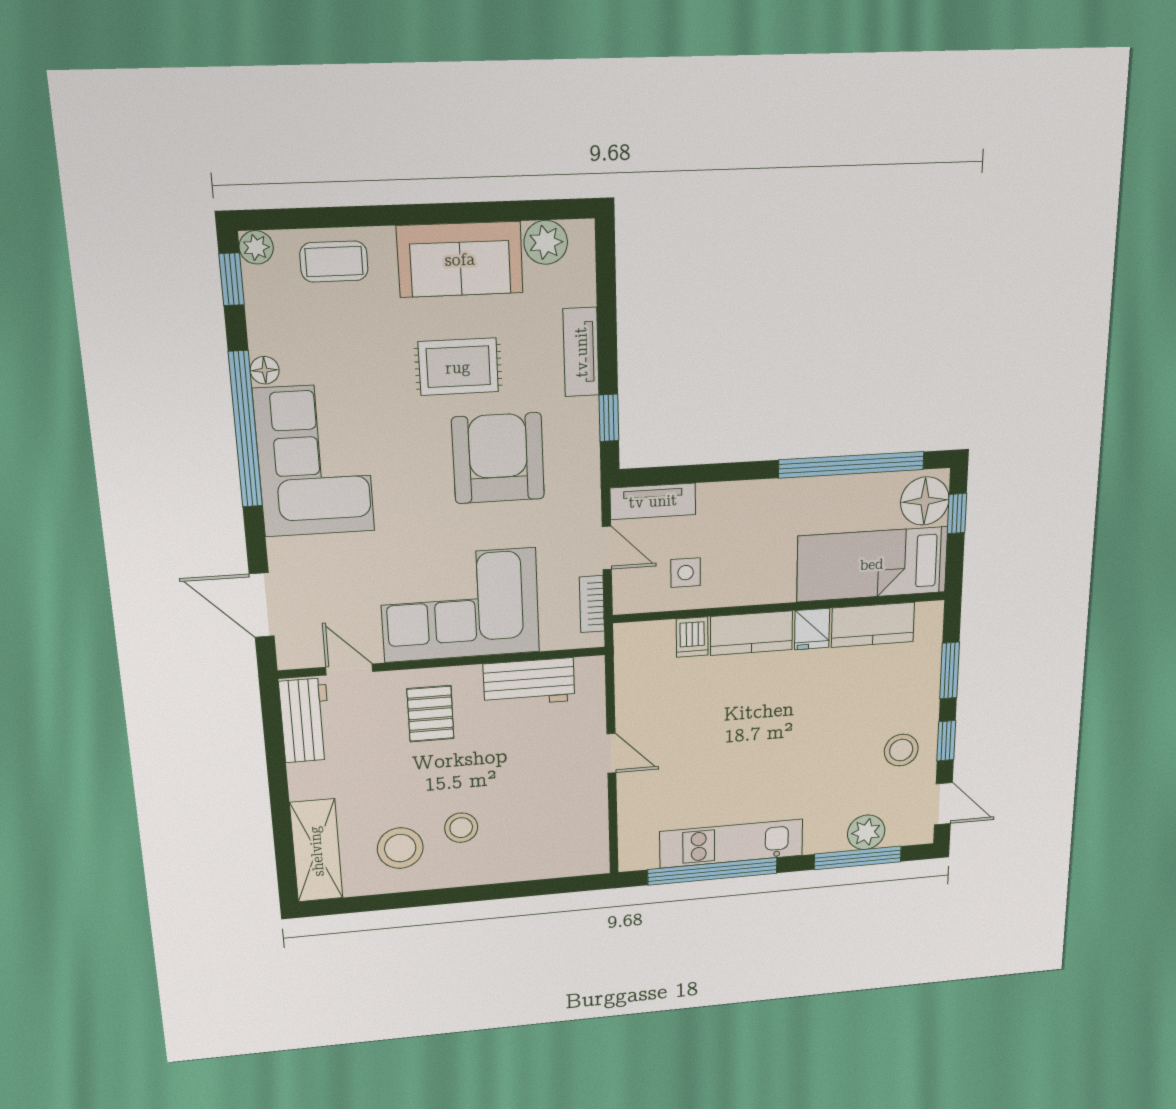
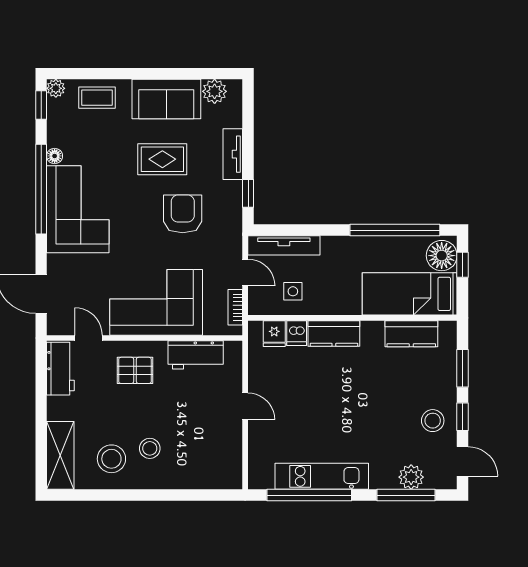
armchair: (498, 458) -> (183, 214), width x0.73, depth x0.73
tv unit: (653, 501) -> (284, 245), width x1.41
fridge: (812, 629) -> (274, 334), moved
pallet: (430, 714) -> (135, 370), turned 90

